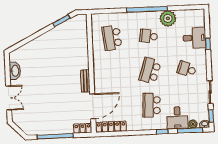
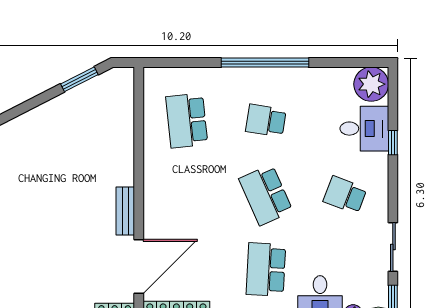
plant: (168, 18) -> (371, 84), moved
school desk: (150, 71) -> (266, 195), turned -42

